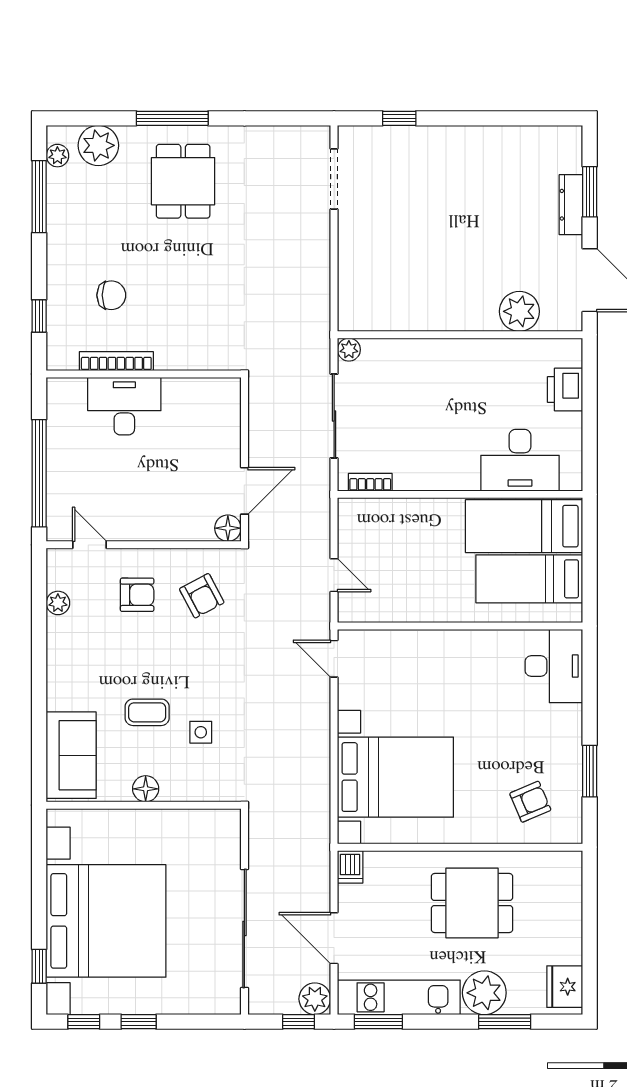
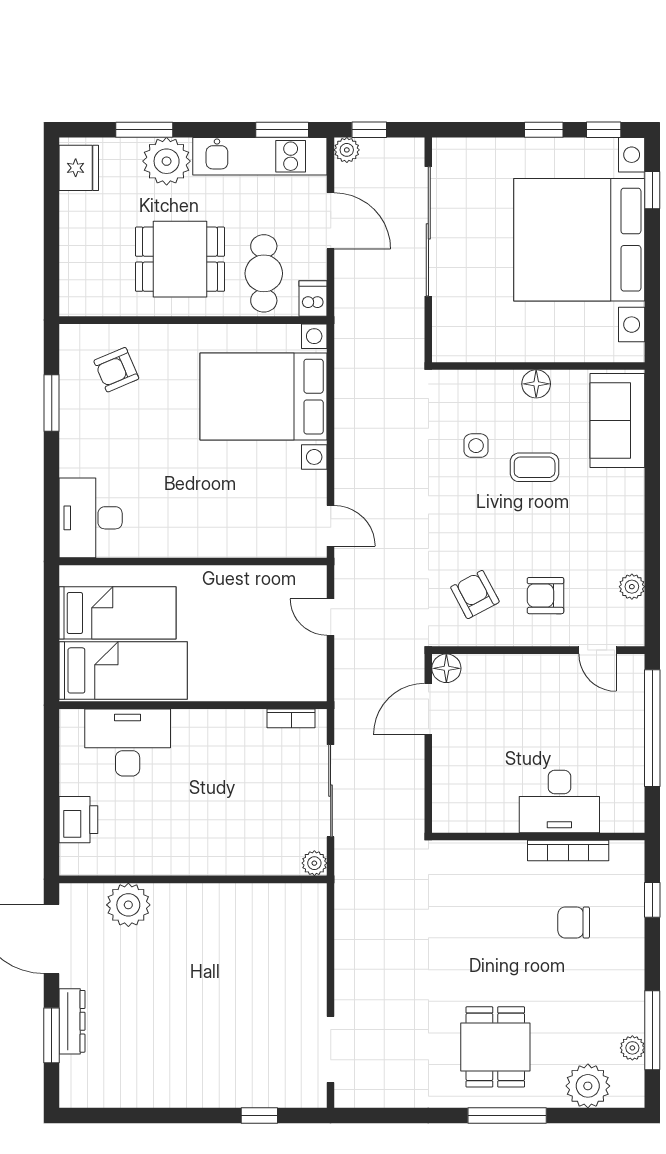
plant: (57, 156) -> (632, 1048), moved
cafe table: (395, 890) -> (264, 273), added
plant: (315, 999) -> (347, 150), width x0.73, depth x0.73

